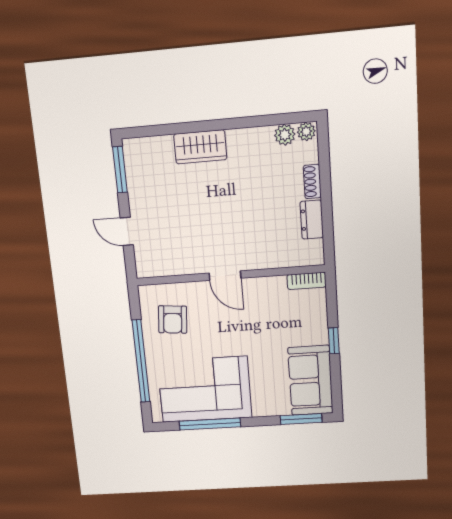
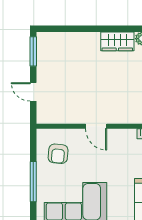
wardrobe: (200, 147) -> (117, 41), moved
window: (141, 361) -> (33, 182), width x0.68

